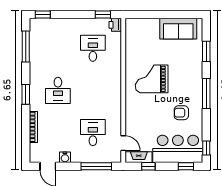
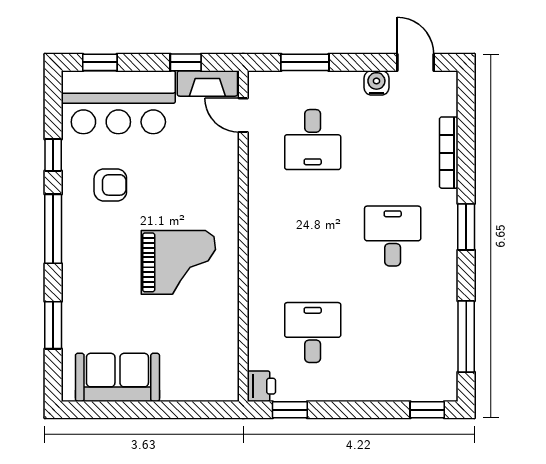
desk: (93, 48) -> (313, 333), turned 180
window: (206, 148) -> (53, 155), moved
window: (96, 166) -> (305, 62), width x0.69

